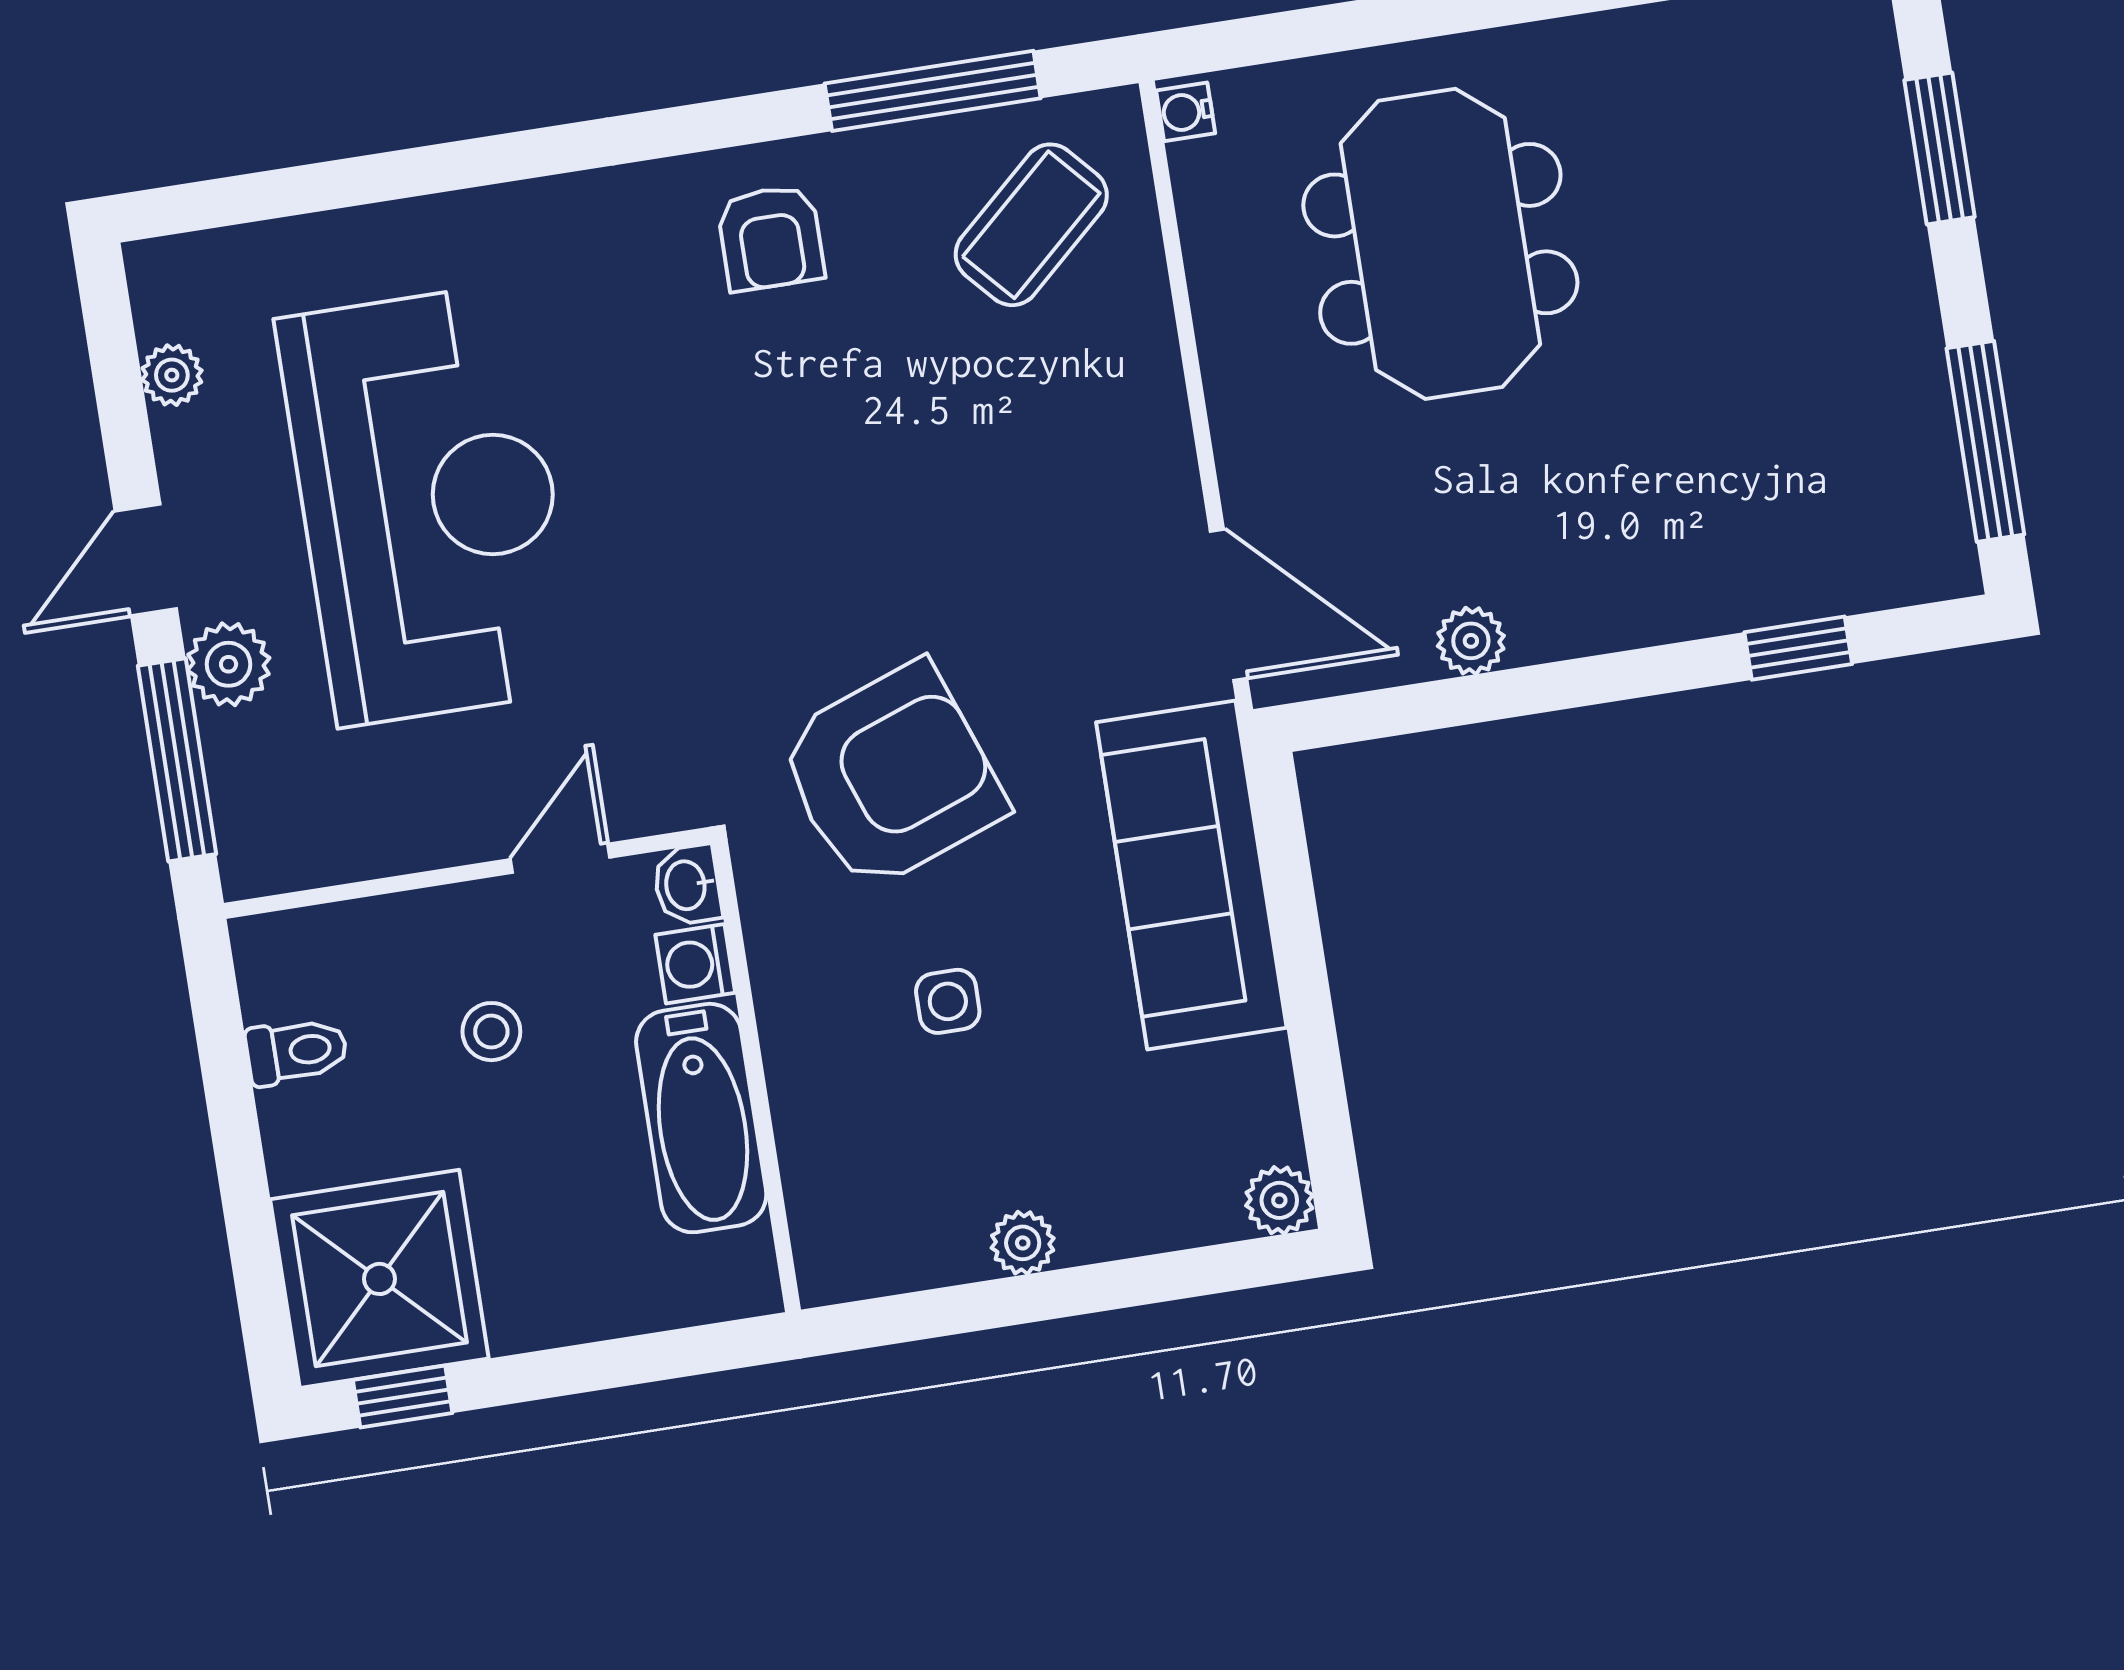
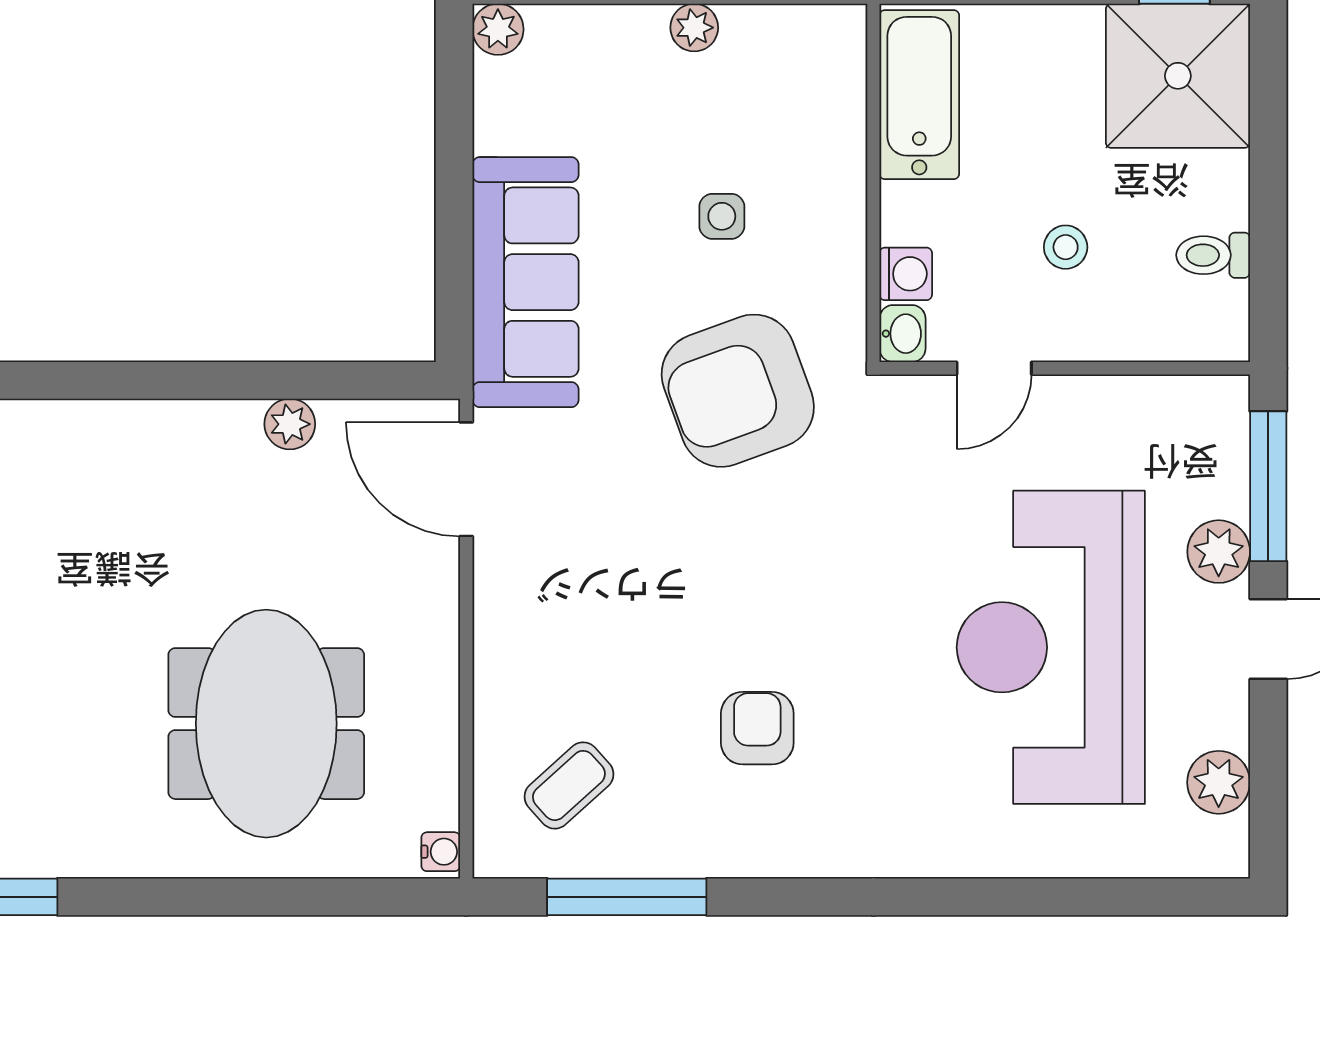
coffee table: (1031, 225) -> (569, 785), width x0.73, depth x0.77
armchair: (771, 238) -> (757, 728), moved
plant: (172, 375) -> (1219, 782), width x1.38, depth x1.38
window: (1798, 648) -> (47, 380), removed
bathtub: (701, 1118) -> (919, 95), moved

